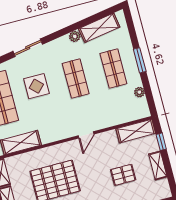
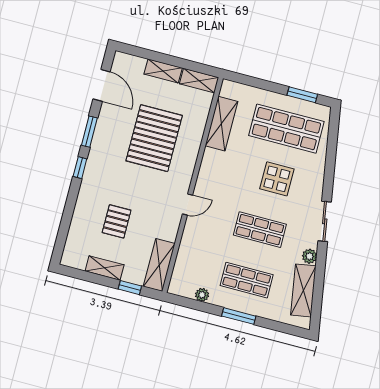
sliding door: (28, 48) -> (325, 221), moved
door: (86, 135) -> (187, 205), swing flipped

